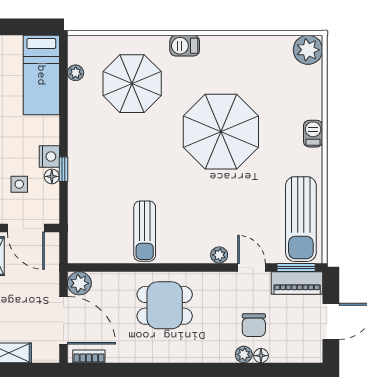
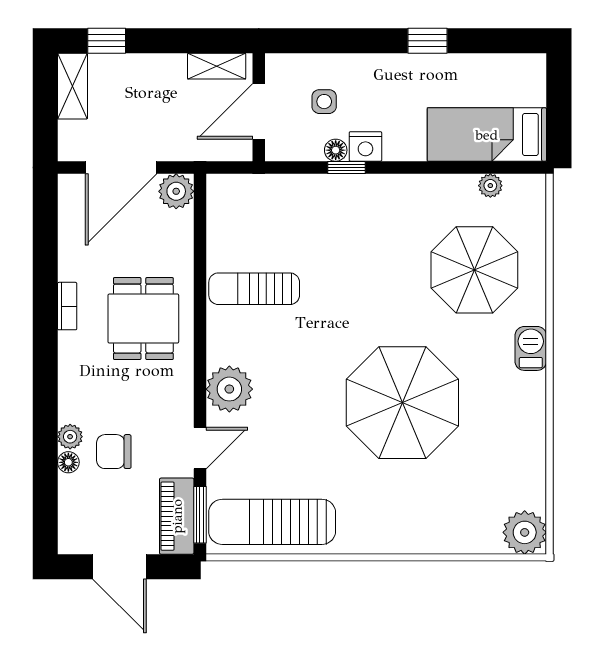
barbecue: (313, 134) -> (400, 540), removed
plant: (219, 255) -> (229, 389), width x1.88, depth x1.88
bookcase: (89, 356) -> (67, 306), moved

